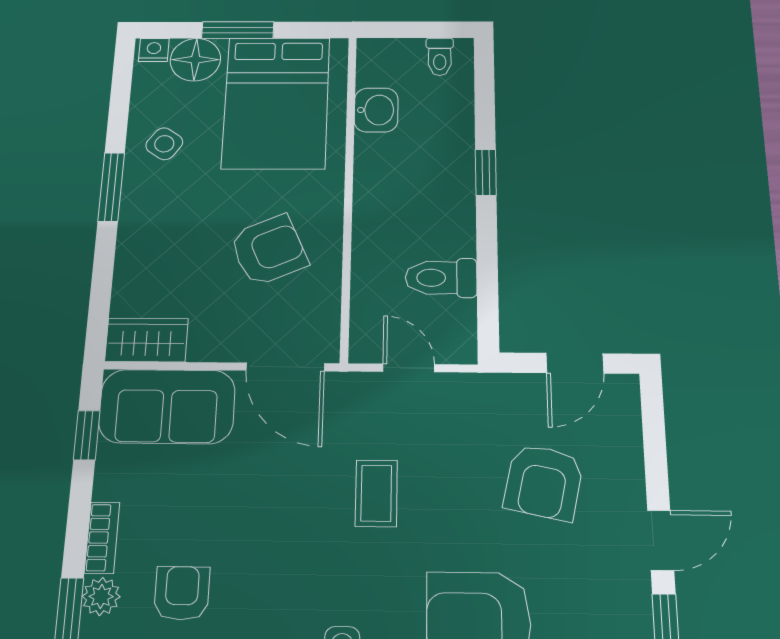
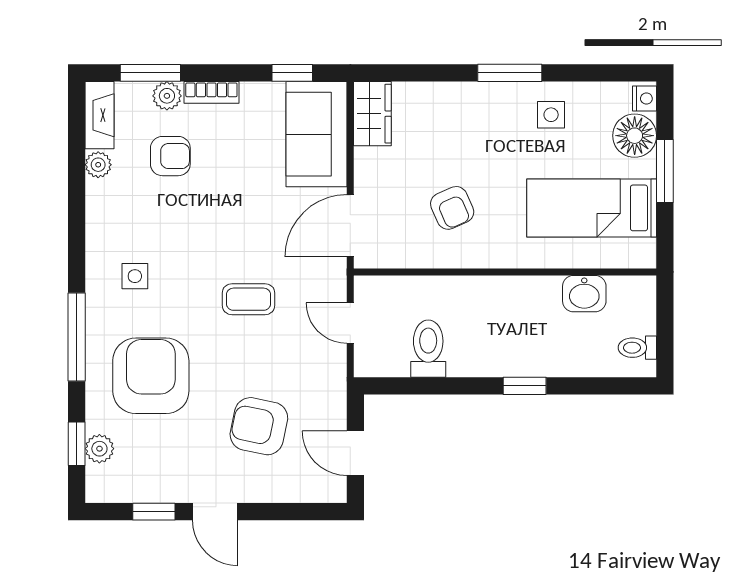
bed: (276, 102) -> (592, 208), width x0.67
side table: (164, 144) -> (551, 115), turned -35
armchair: (269, 250) -> (452, 208), width x0.72, depth x0.72
door: (409, 368) -> (350, 323), swing flipped

